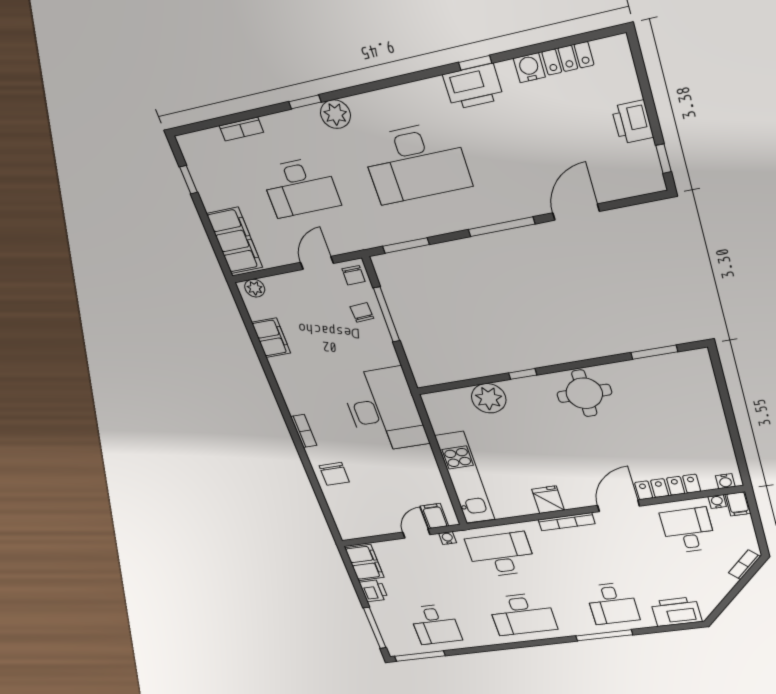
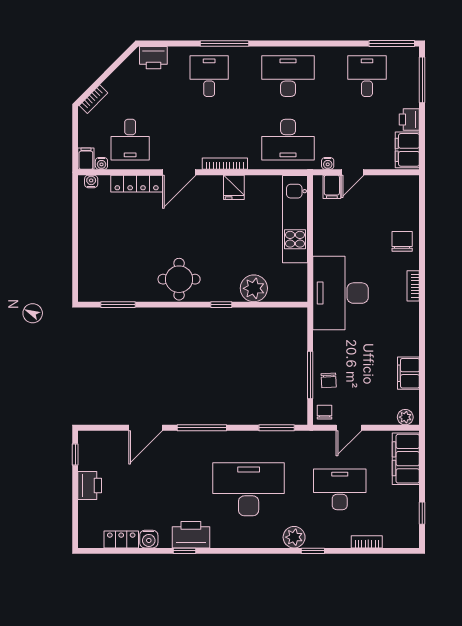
printer: (676, 612) -> (153, 58), width x0.73, depth x0.84

